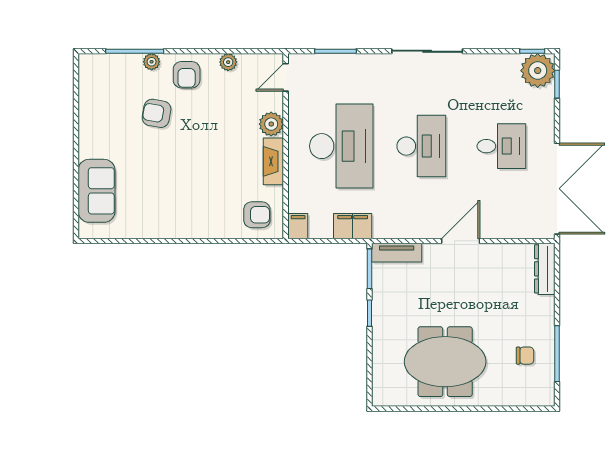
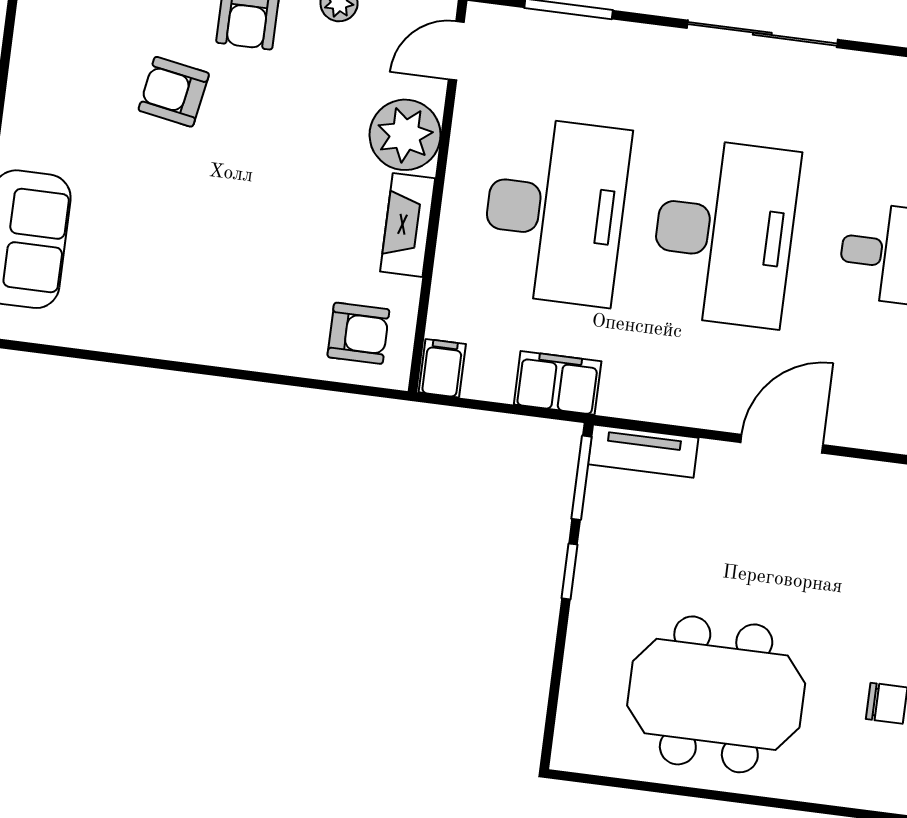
plant: (271, 124) -> (405, 135), width x1.36, depth x1.36
desk: (421, 146) -> (724, 233), width x1.36, depth x1.30

